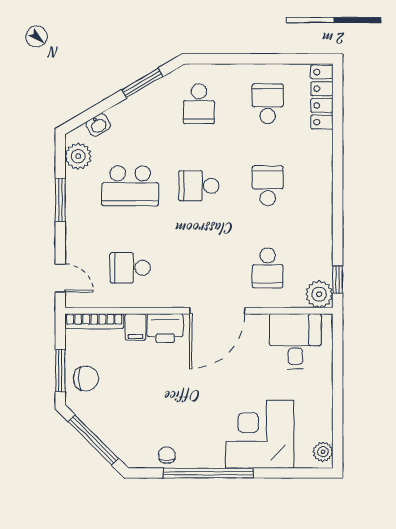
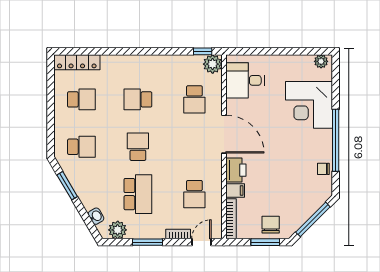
school desk: (268, 104) -> (81, 99), turned 180
school desk: (199, 186) -> (138, 147), turned 180
bookcase: (72, 244) -> (178, 234), added
school desk: (268, 268) -> (194, 99), turned 90

